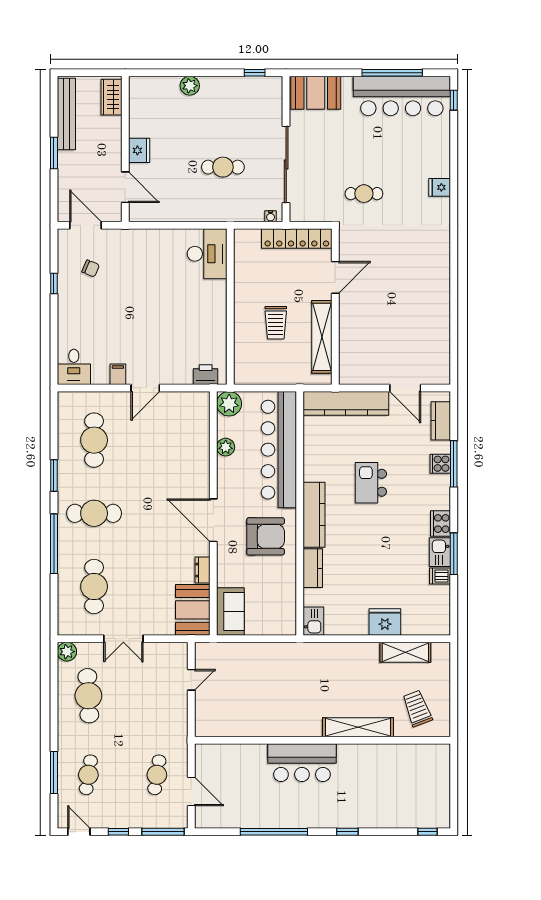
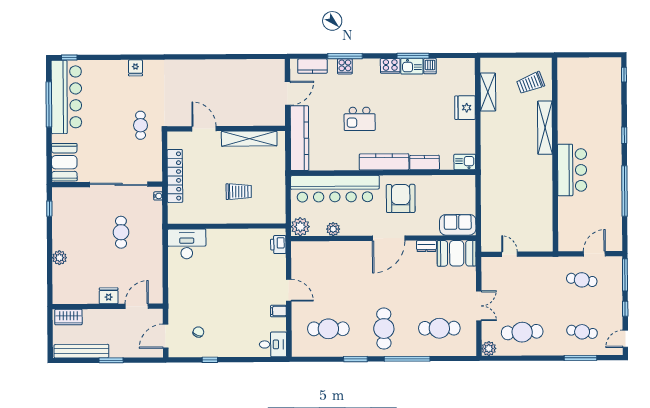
door: (335, 277) -> (204, 129), moved
wall: (335, 307) -> (226, 129), moved
shelving: (322, 337) -> (249, 139), moved

